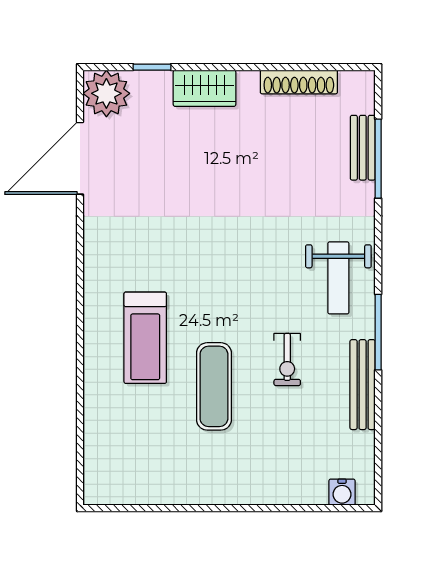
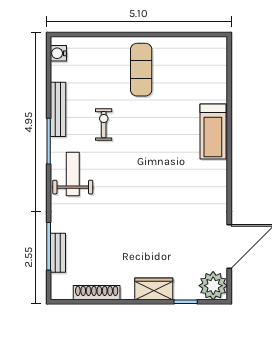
treadmill: (145, 338) -> (213, 131), moved, turned 180
exercise mat: (214, 386) -> (141, 70), moved
water cooler: (342, 492) -> (58, 53), moved, turned -90

